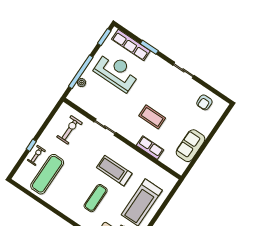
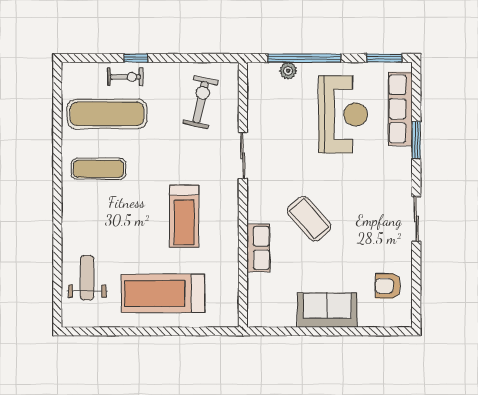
coffee table: (152, 117) -> (309, 219), turned -41
exercise bike: (70, 130) -> (201, 102), turned -77
sofa: (191, 146) -> (327, 310), moved
treadmill: (114, 171) -> (184, 216), turned 180
exercise mat: (96, 198) -> (98, 169), moved

